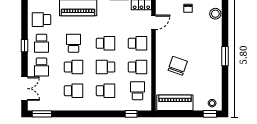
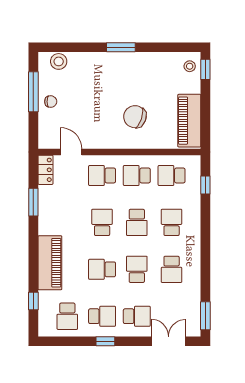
school desk: (138, 43) -> (102, 175), turned -90
school desk: (138, 67) -> (137, 175), turned -90
school desk: (74, 91) -> (172, 269), turned 180

